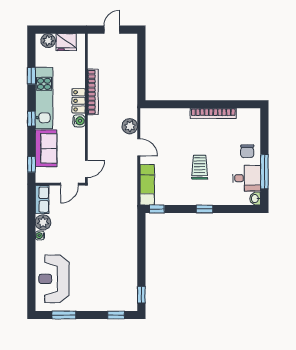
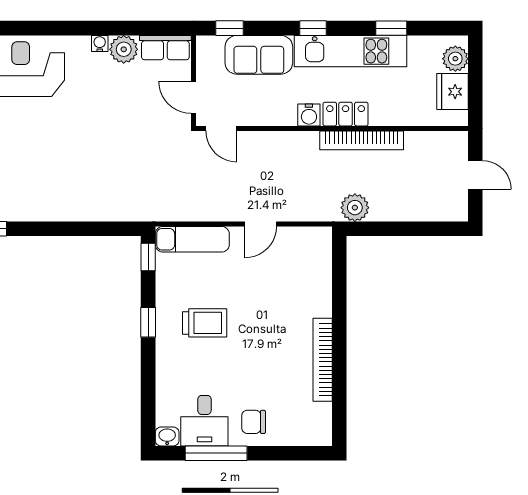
plant: (130, 126) -> (355, 208), moved
trolley: (200, 167) -> (205, 323), moved
window: (205, 209) -> (148, 322), moved

